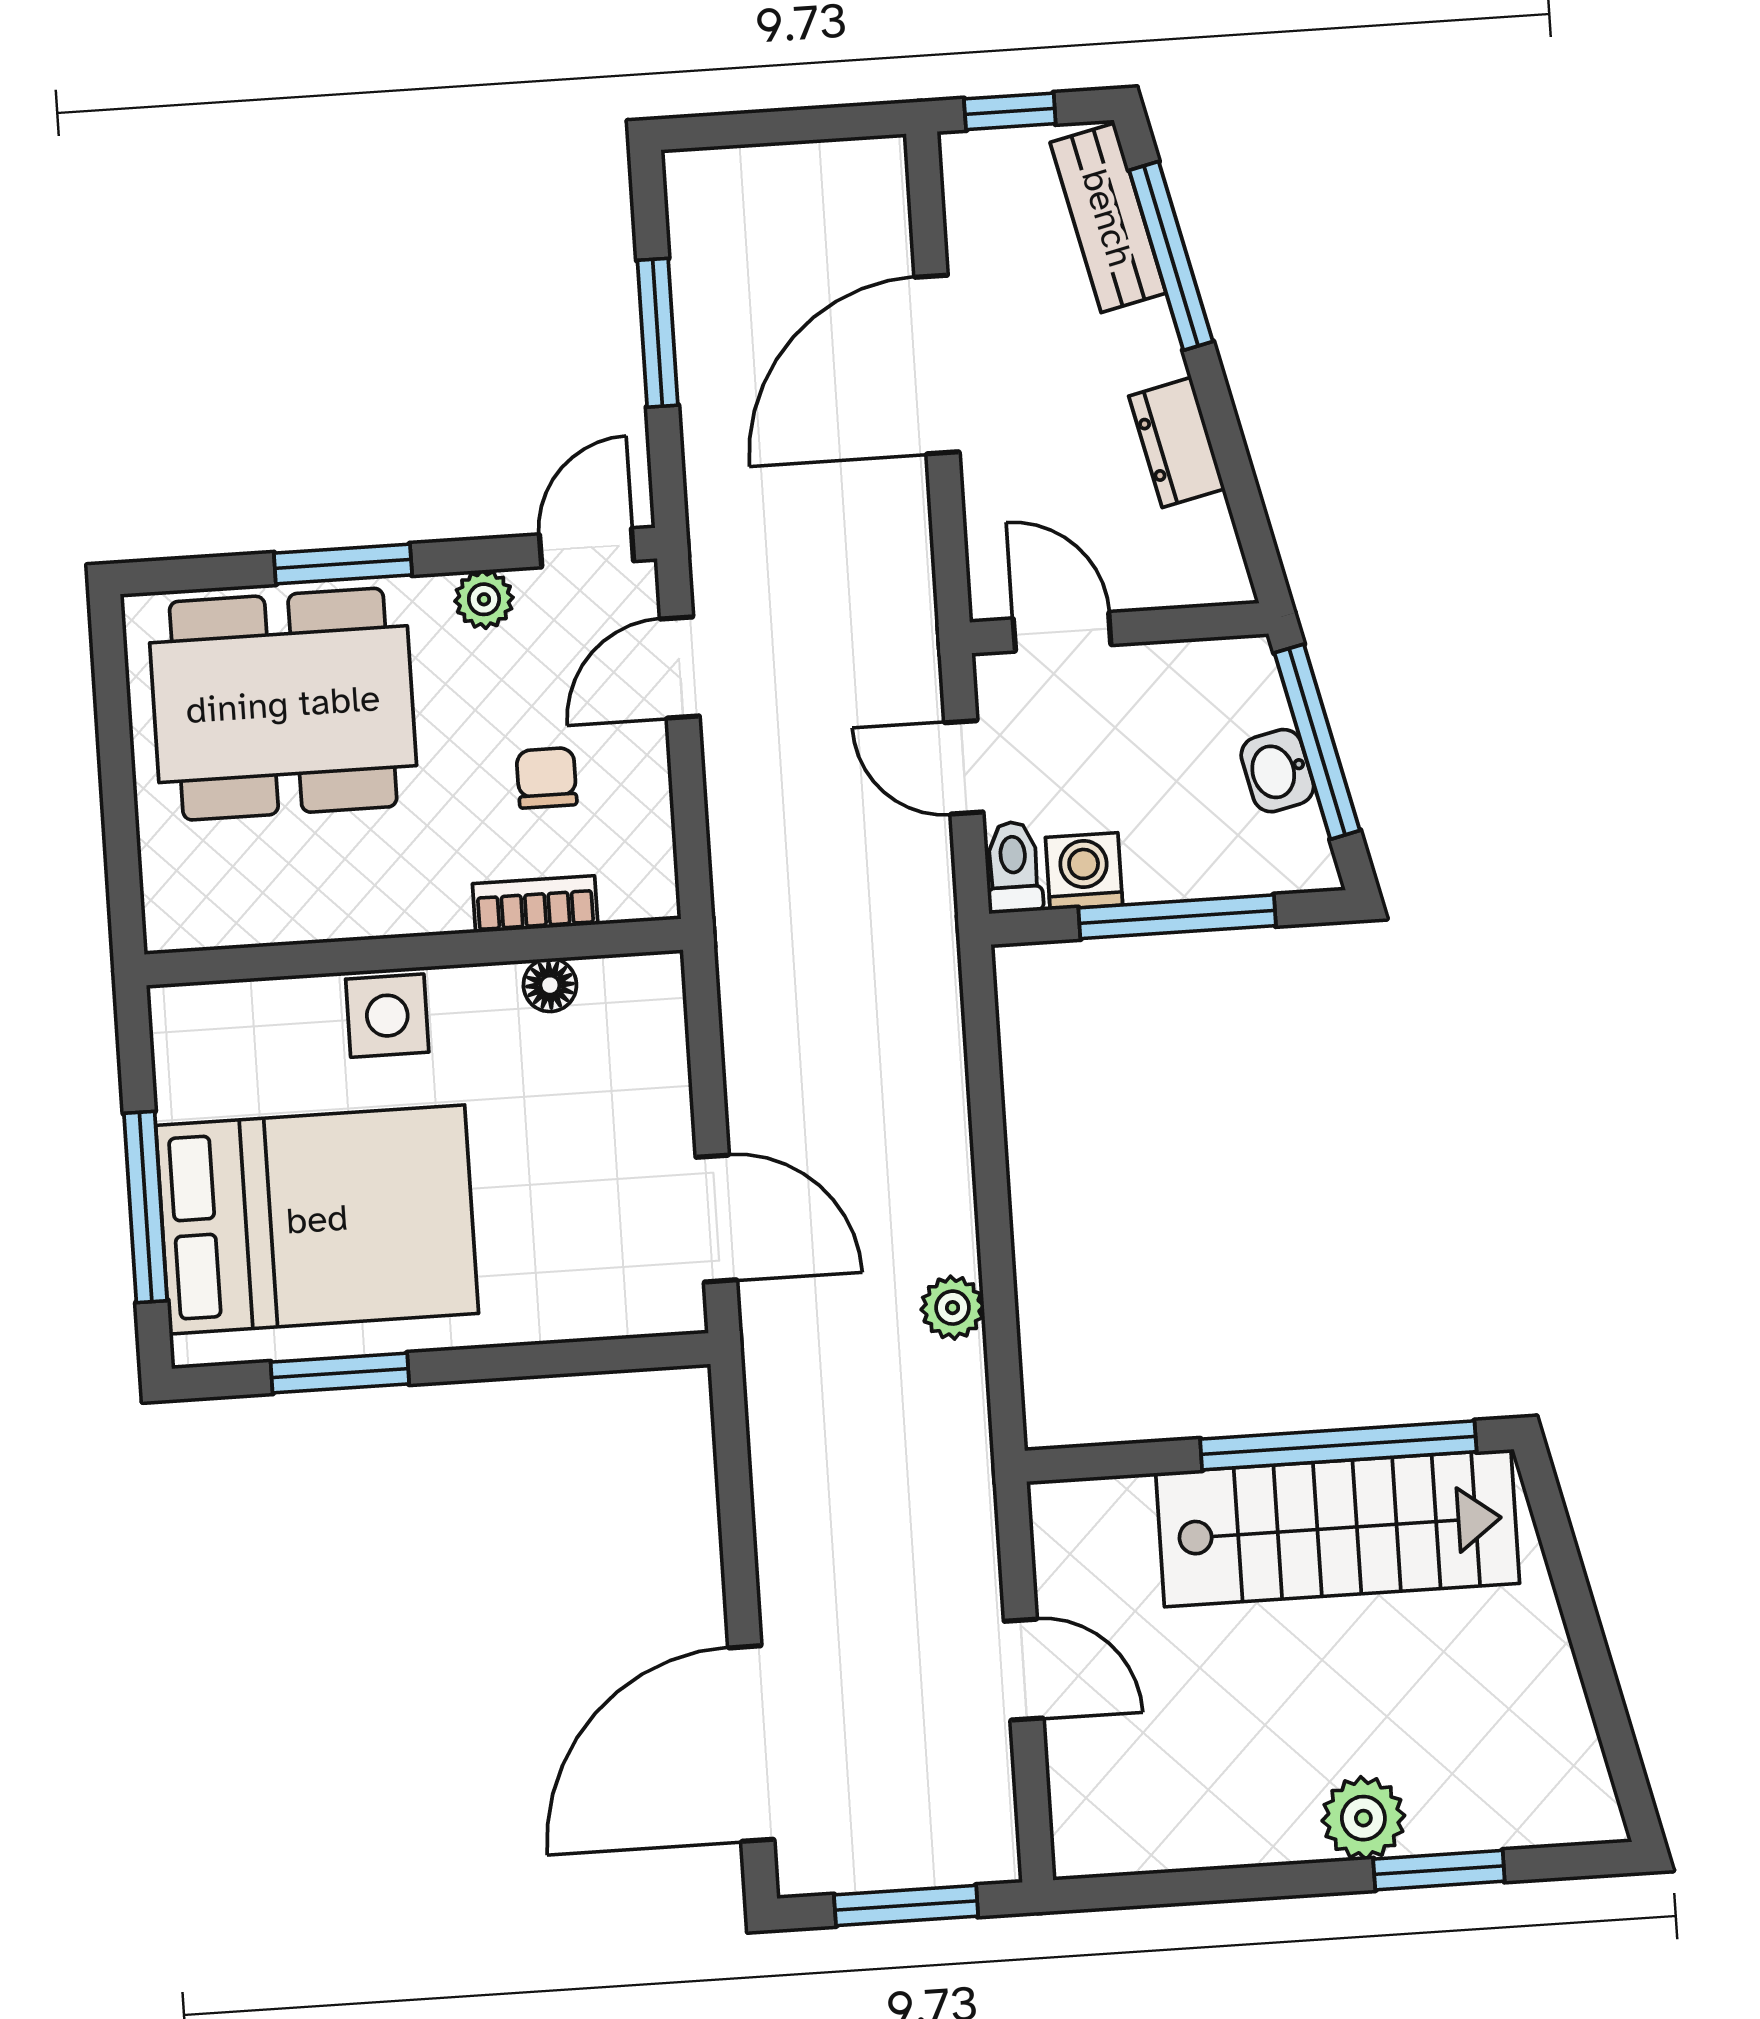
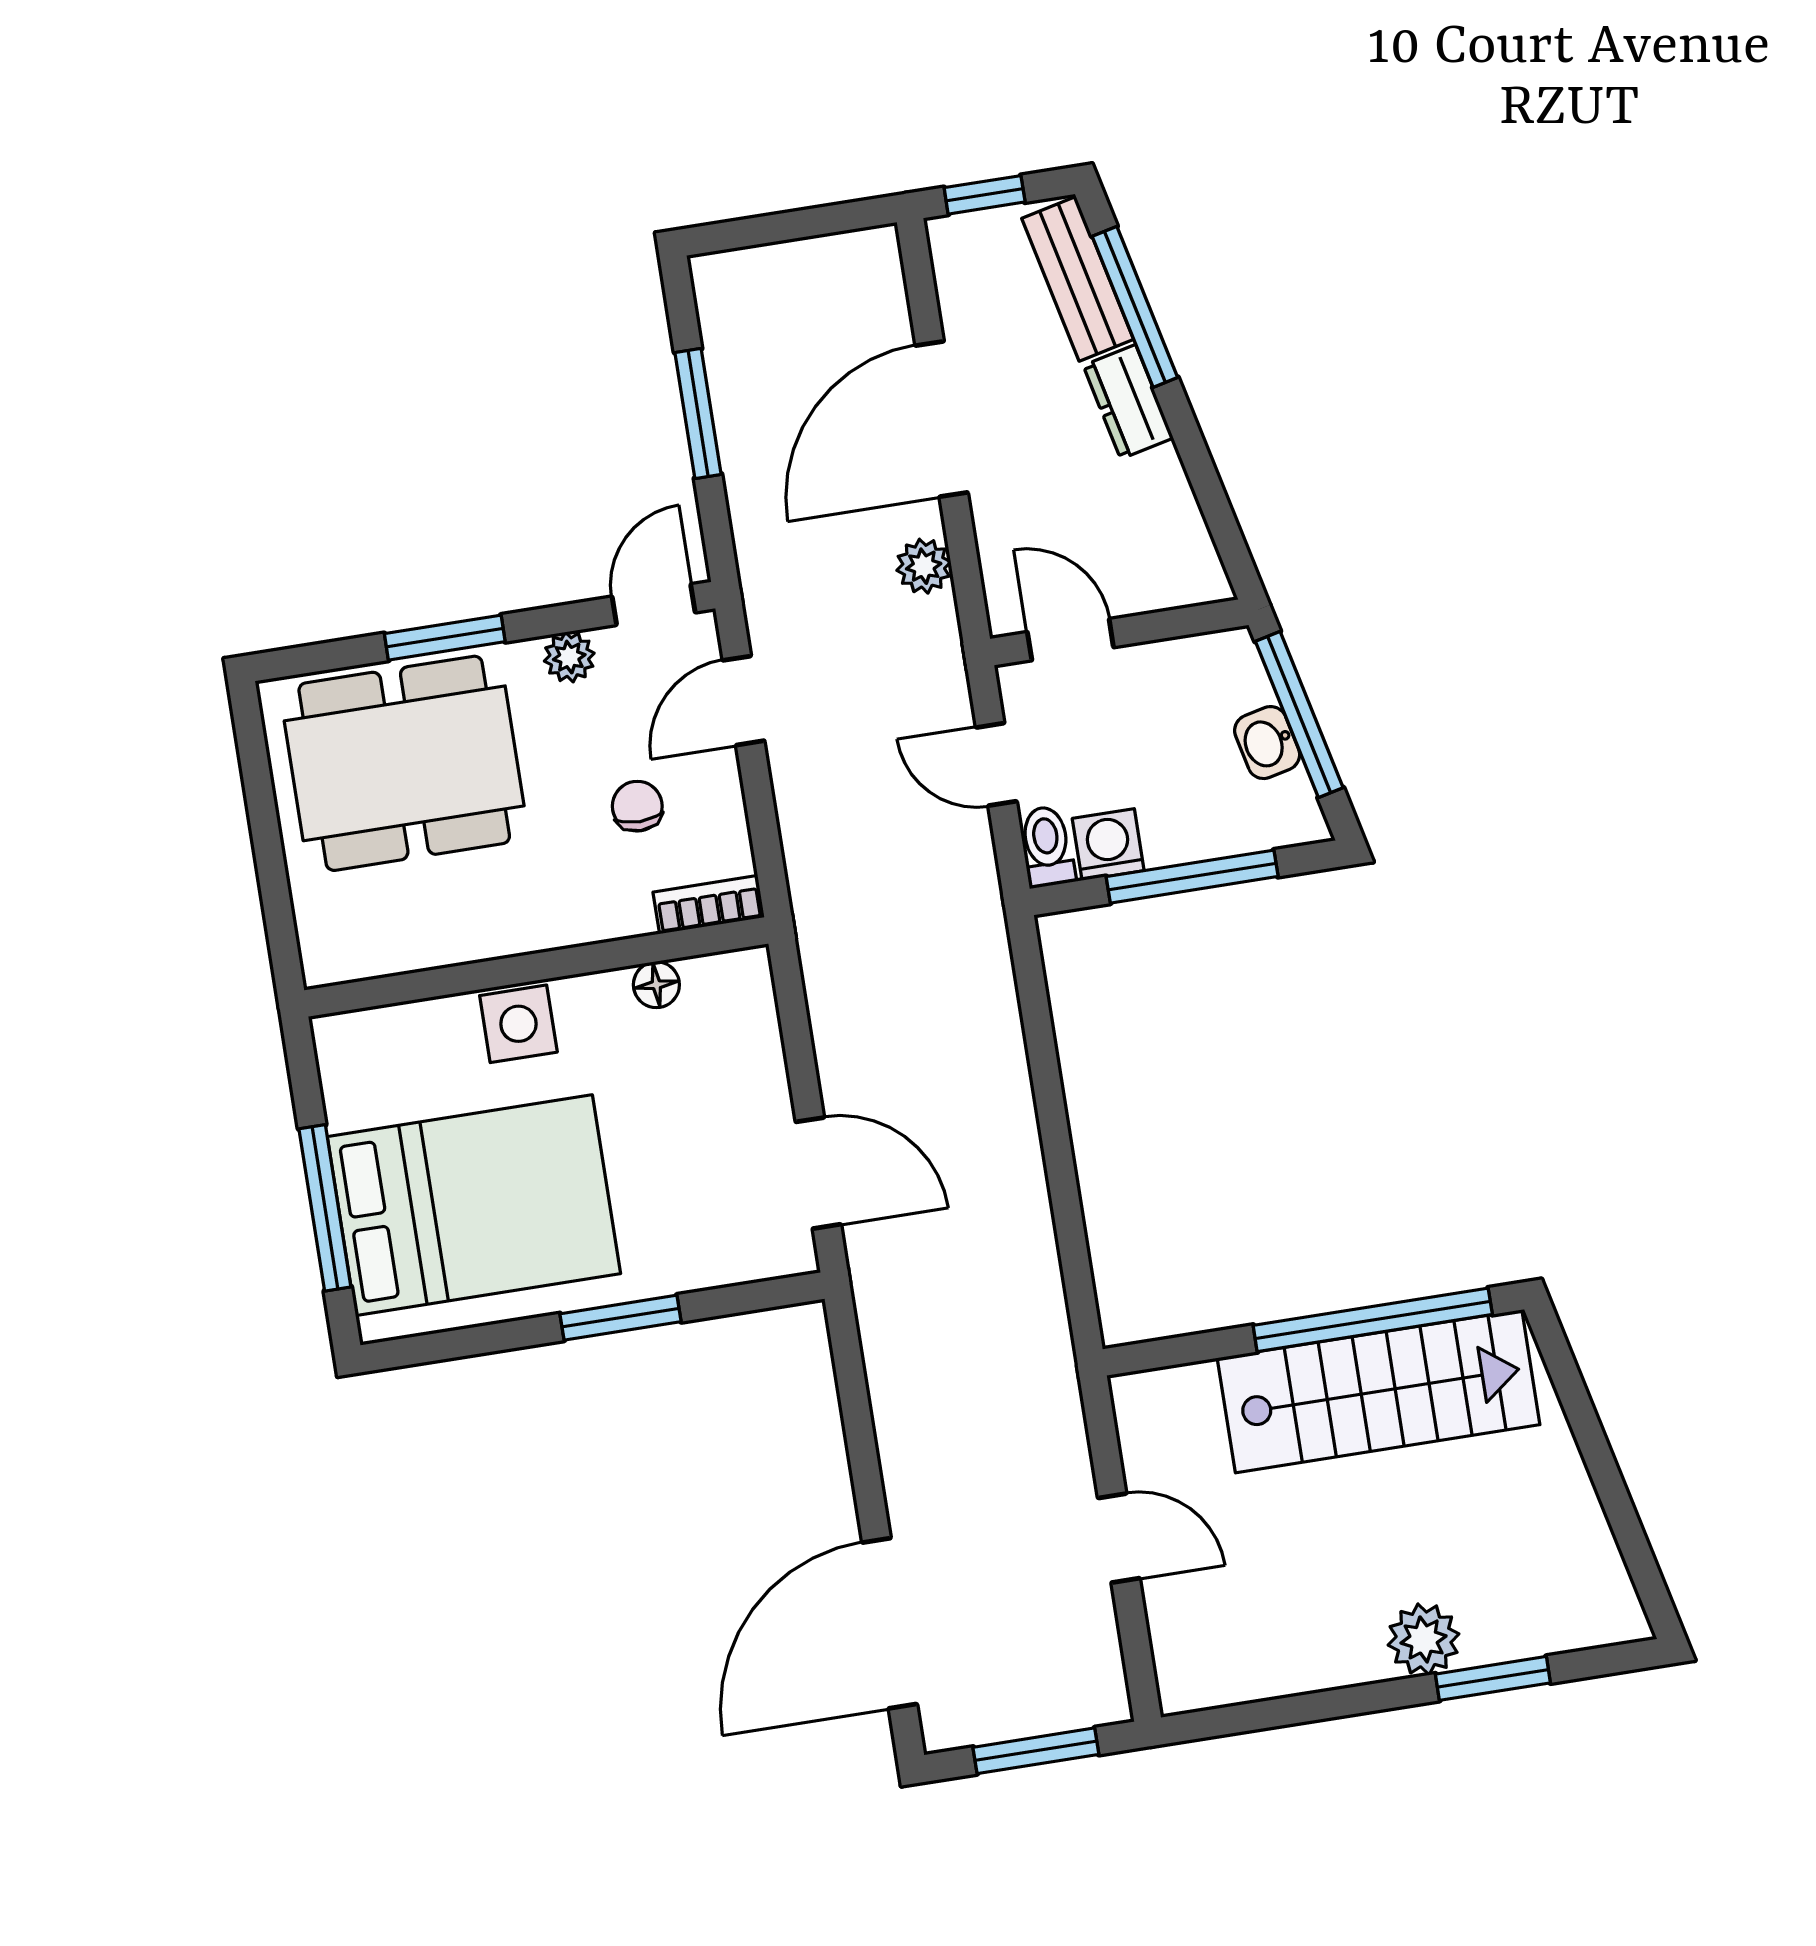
dresser: (1177, 442) -> (1128, 402), moved
bookcase: (535, 904) -> (709, 905), moved
plant: (953, 1308) -> (924, 566), moved
window: (340, 1373) -> (621, 1318), moved

